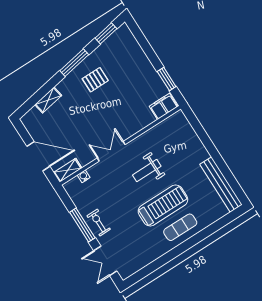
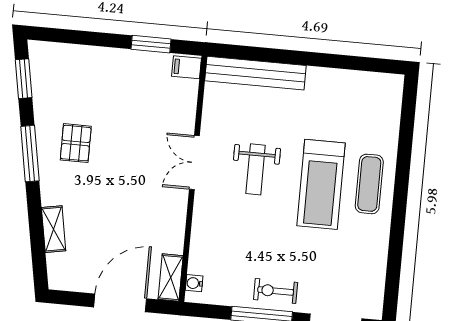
filing cabinet: (164, 106) -> (186, 67), width x0.50
double door: (111, 151) -> (194, 163), moved
water cooler: (84, 176) -> (194, 283), moved
bench: (221, 184) -> (255, 73), moved
treadmill: (163, 205) -> (321, 184), turned 180

